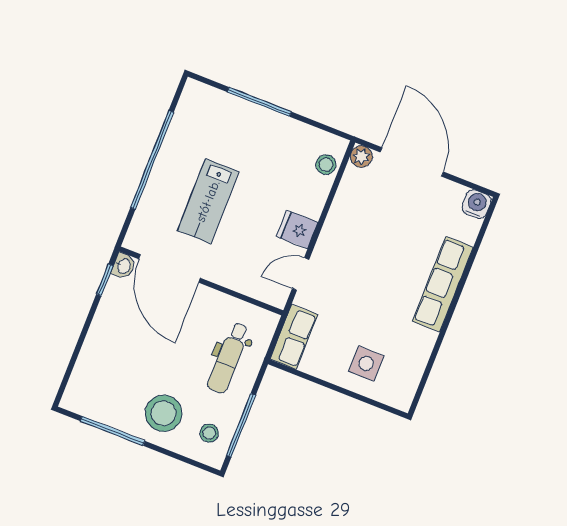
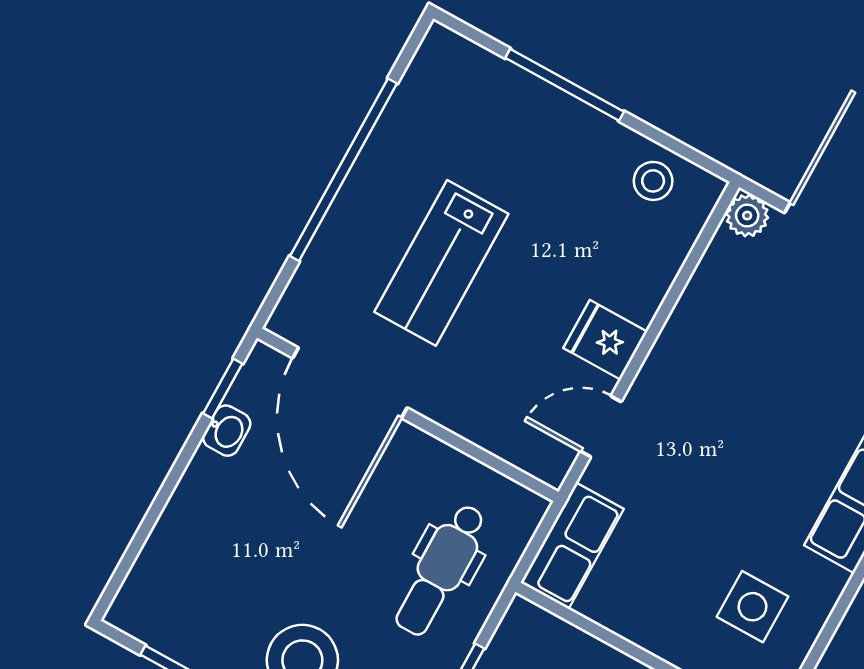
stool: (326, 165) -> (653, 181), moved
washbasin: (123, 266) -> (227, 431), moved
side table: (366, 364) -> (752, 607), moved

